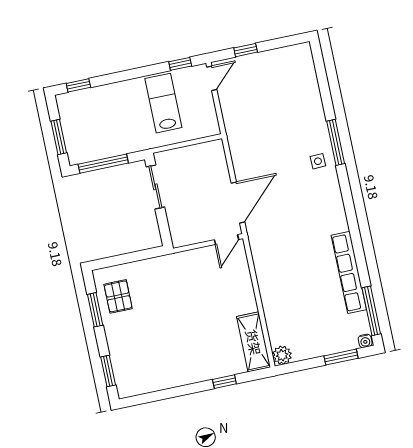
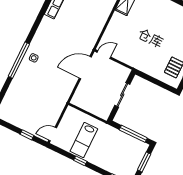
window: (180, 64) -> (80, 161), moved
window: (336, 142) -> (19, 60), width x1.46
sliding door: (155, 187) -> (122, 95), moved

